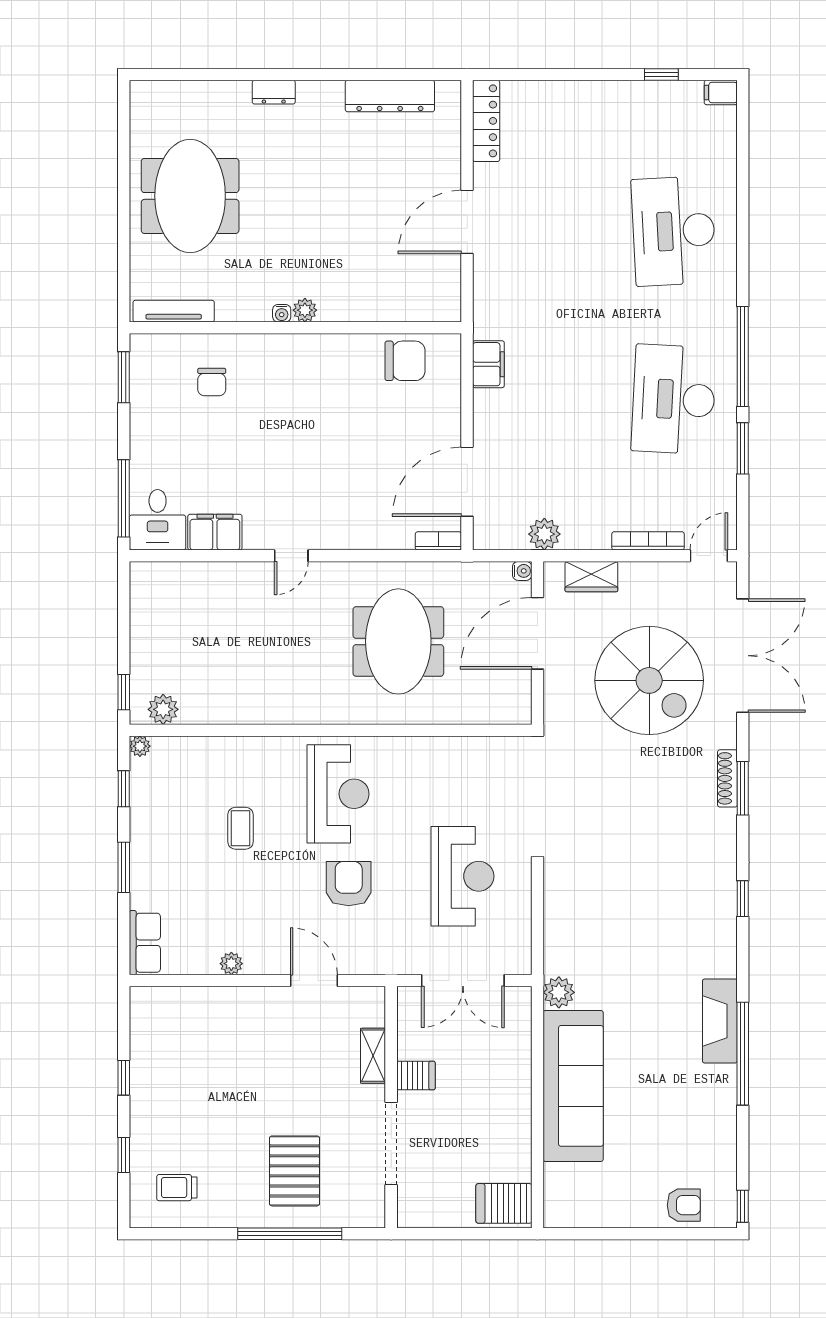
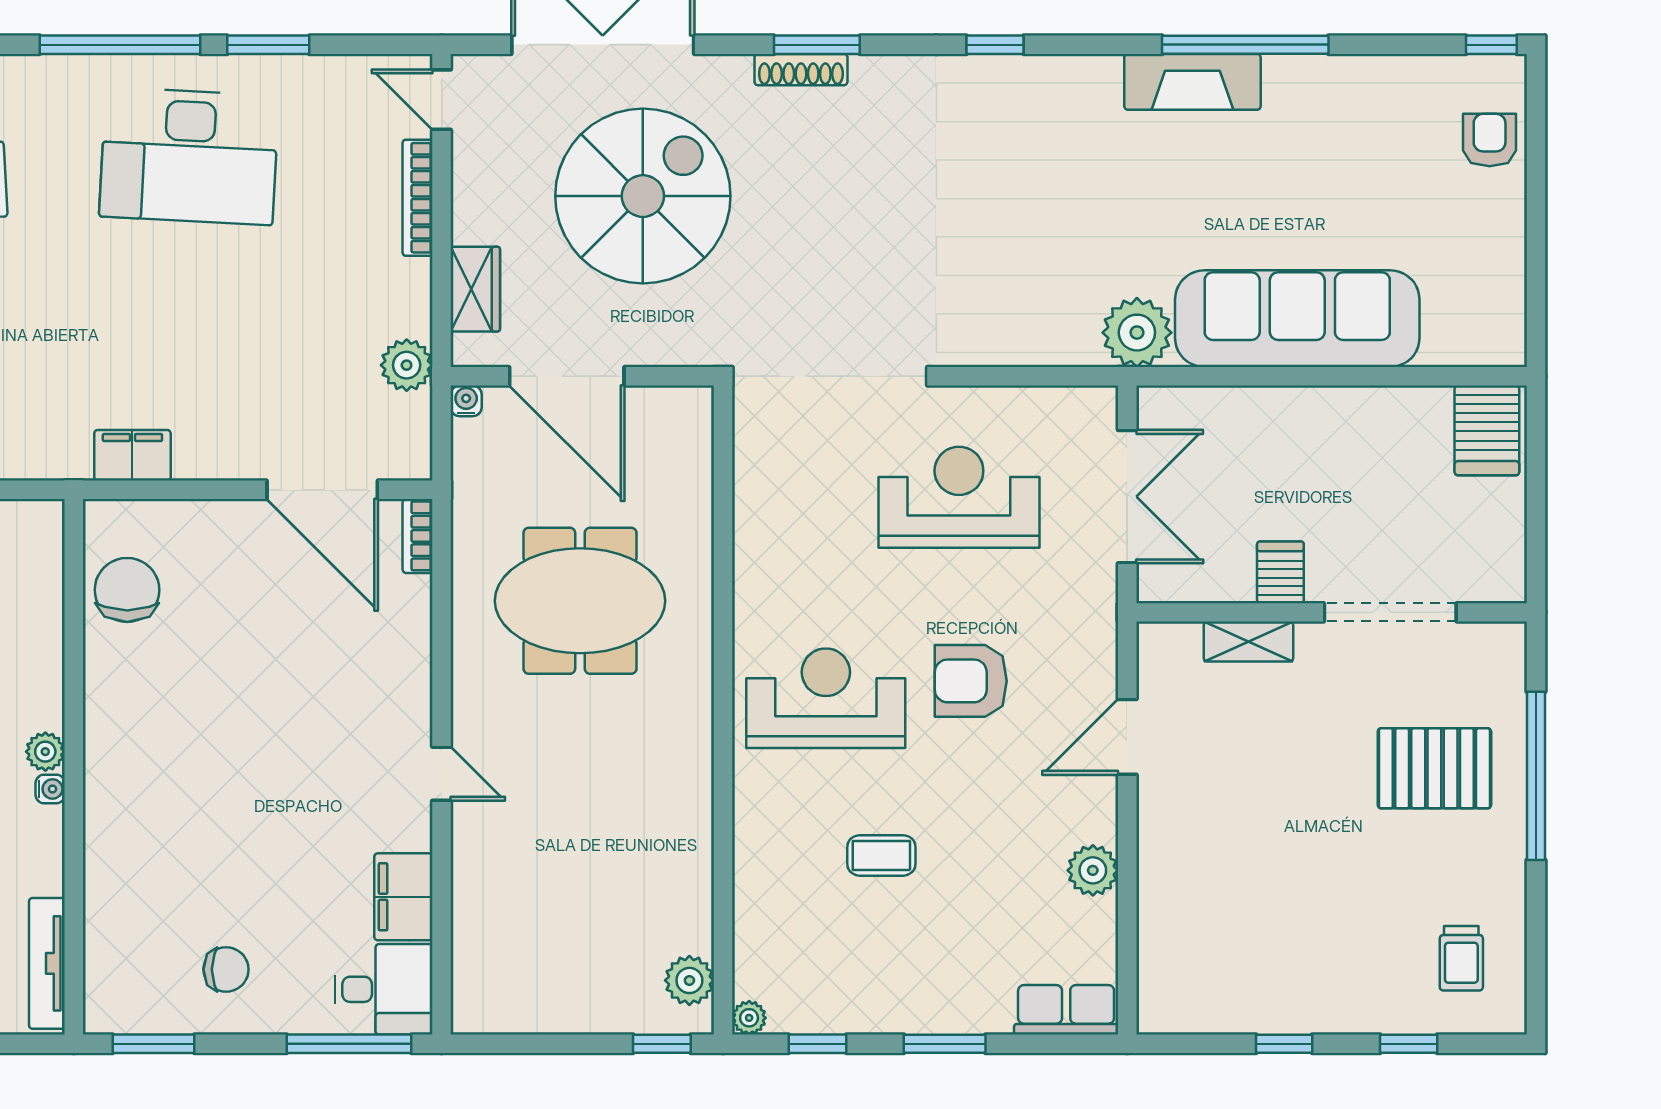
chair: (212, 382) -> (226, 969), moved
plant: (231, 964) -> (1093, 870), width x1.38, depth x1.38
plant: (559, 992) -> (1137, 333), width x1.36, depth x1.36

